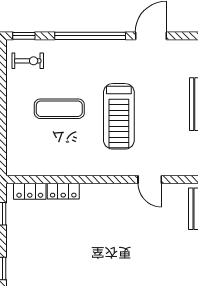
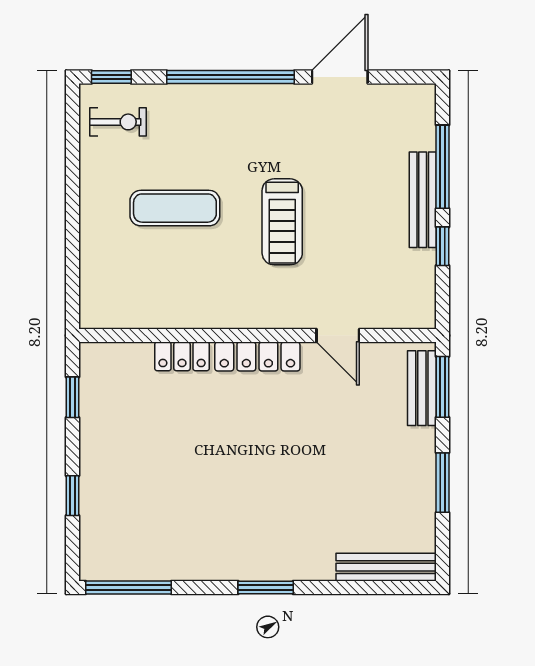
treadmill: (119, 116) -> (282, 222), width x0.73, depth x0.73
locker: (30, 191) -> (257, 356), moved, width x1.53

